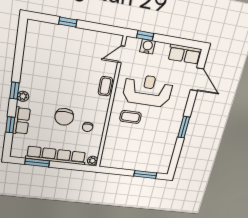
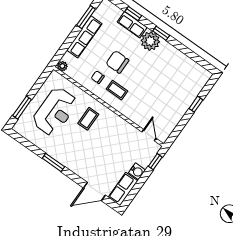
water cooler: (148, 46) -> (137, 171), moved
coffee table: (105, 86) -> (117, 90), moved
reception desk: (148, 91) -> (55, 112), moved
plant: (23, 96) -> (150, 41), width x1.88, depth x1.88
row of seats: (56, 156) -> (84, 37), width x0.73

